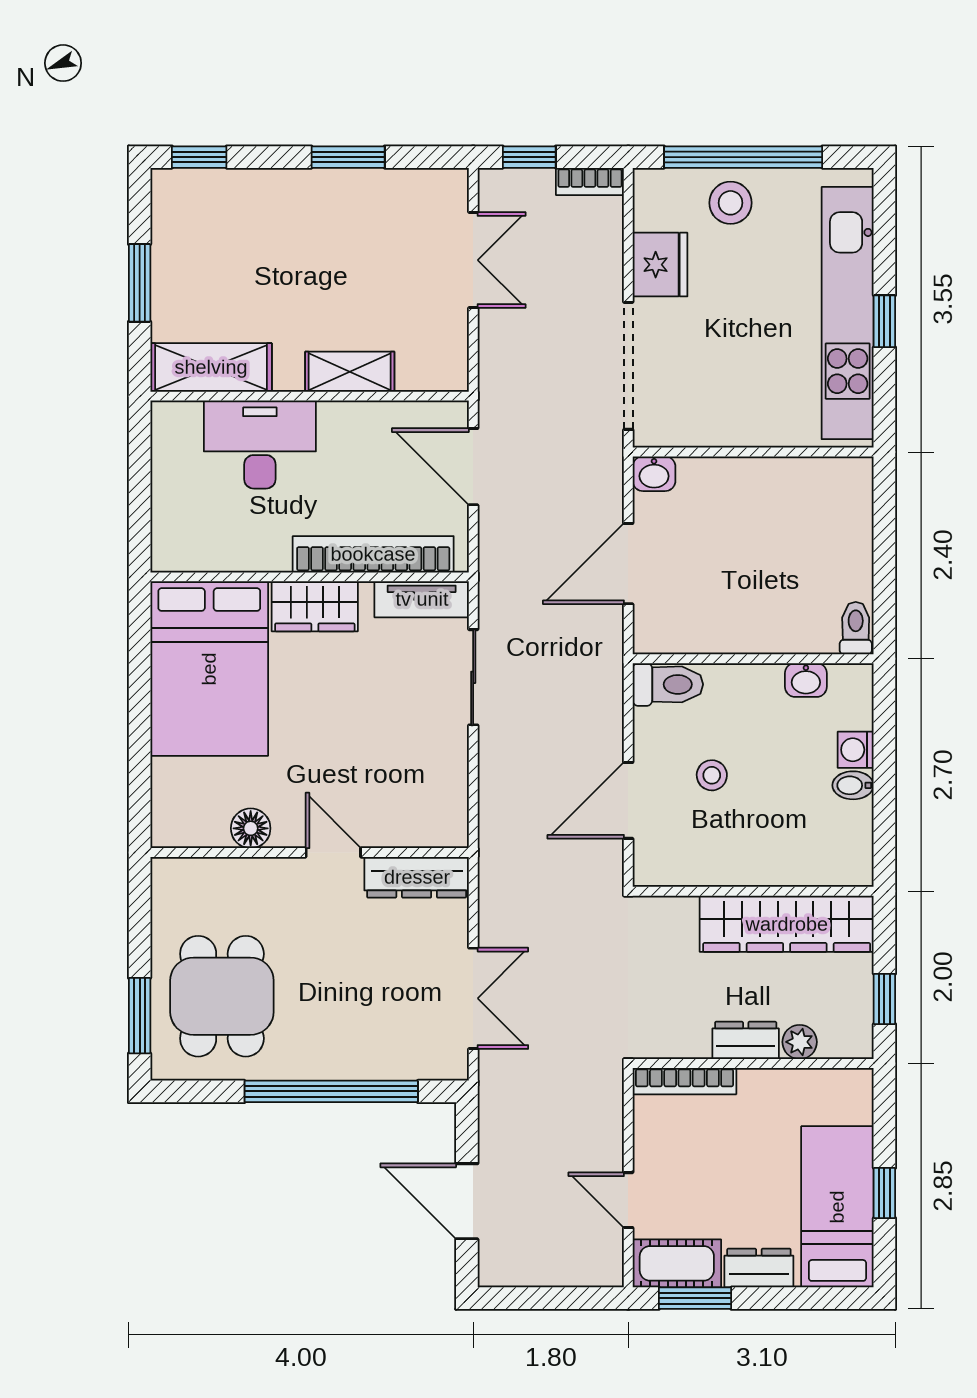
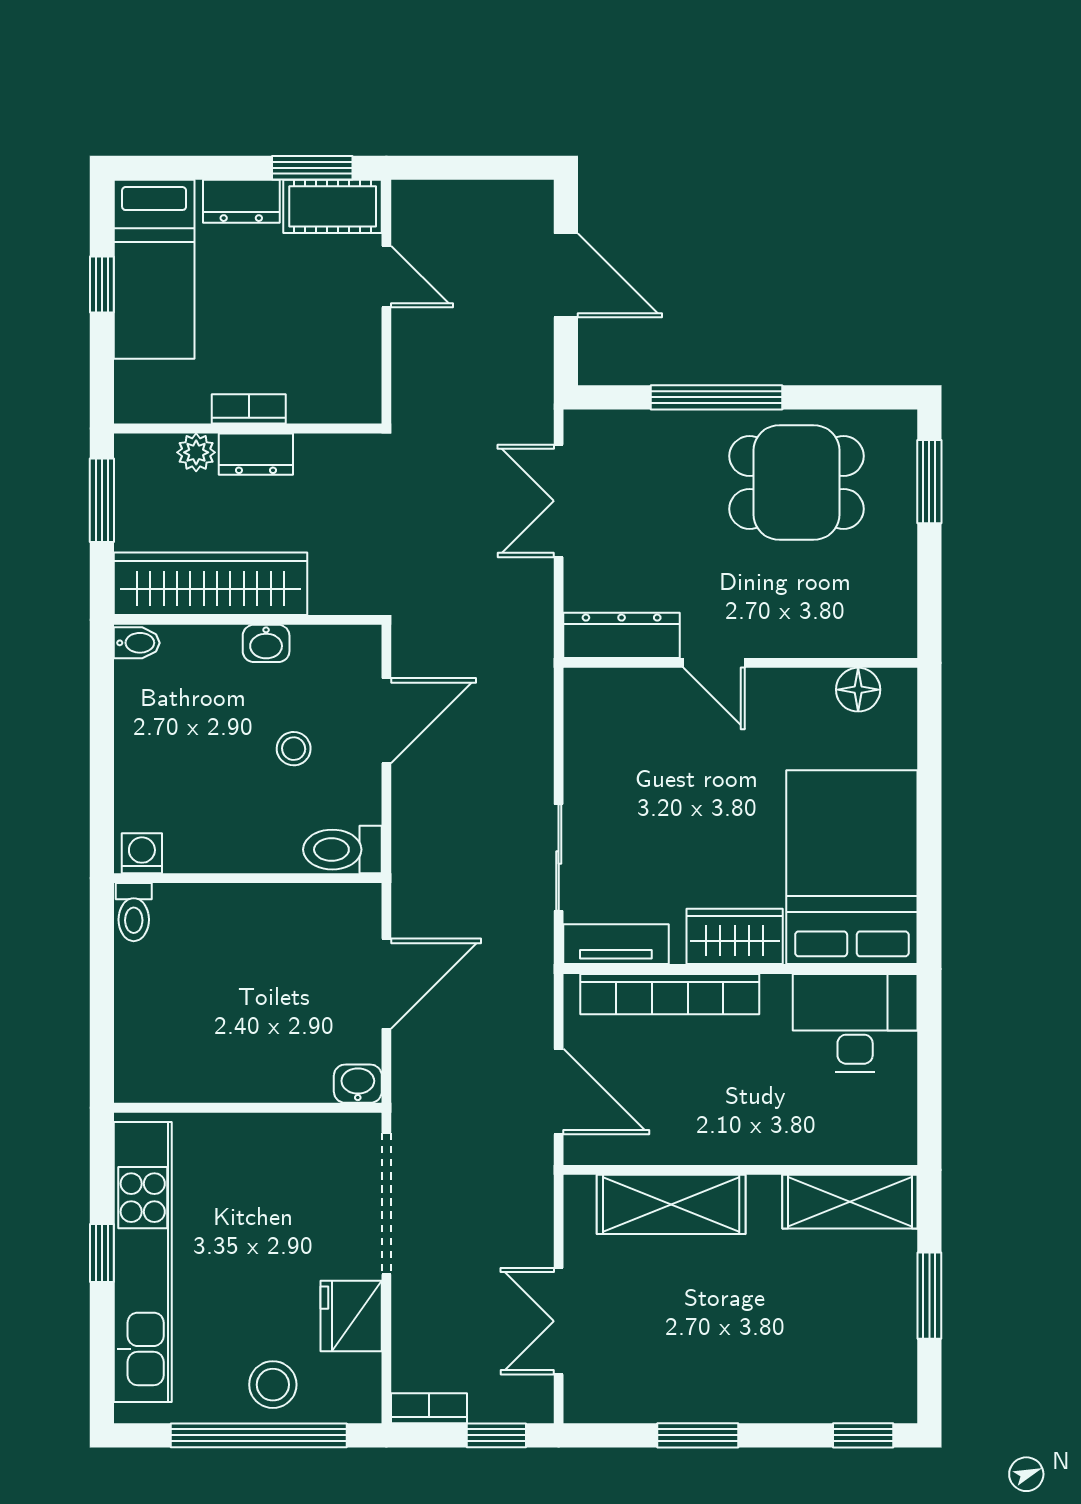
shelving: (350, 372) -> (671, 1204), width x1.50, depth x1.33
desk: (260, 444) -> (855, 1023), moved, turned 180
washbasin: (806, 680) -> (266, 643), moved, turned 180
washing machine: (856, 750) -> (142, 853), moved, turned -90
bidet: (853, 785) -> (137, 643), moved
floor lamp: (251, 828) -> (858, 690), moved
dining table: (222, 996) -> (797, 482), moved, turned 90
window: (884, 999) -> (102, 500), width x1.50
bookcase: (684, 1081) -> (249, 409), moved, width x0.64
window: (331, 1091) -> (716, 397), width x0.68

